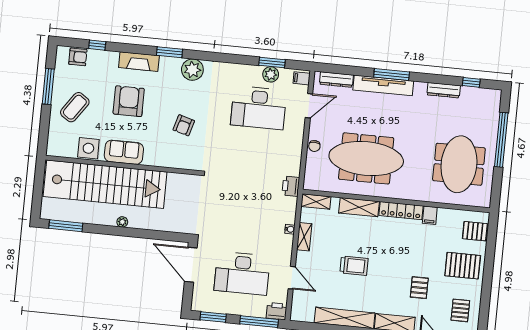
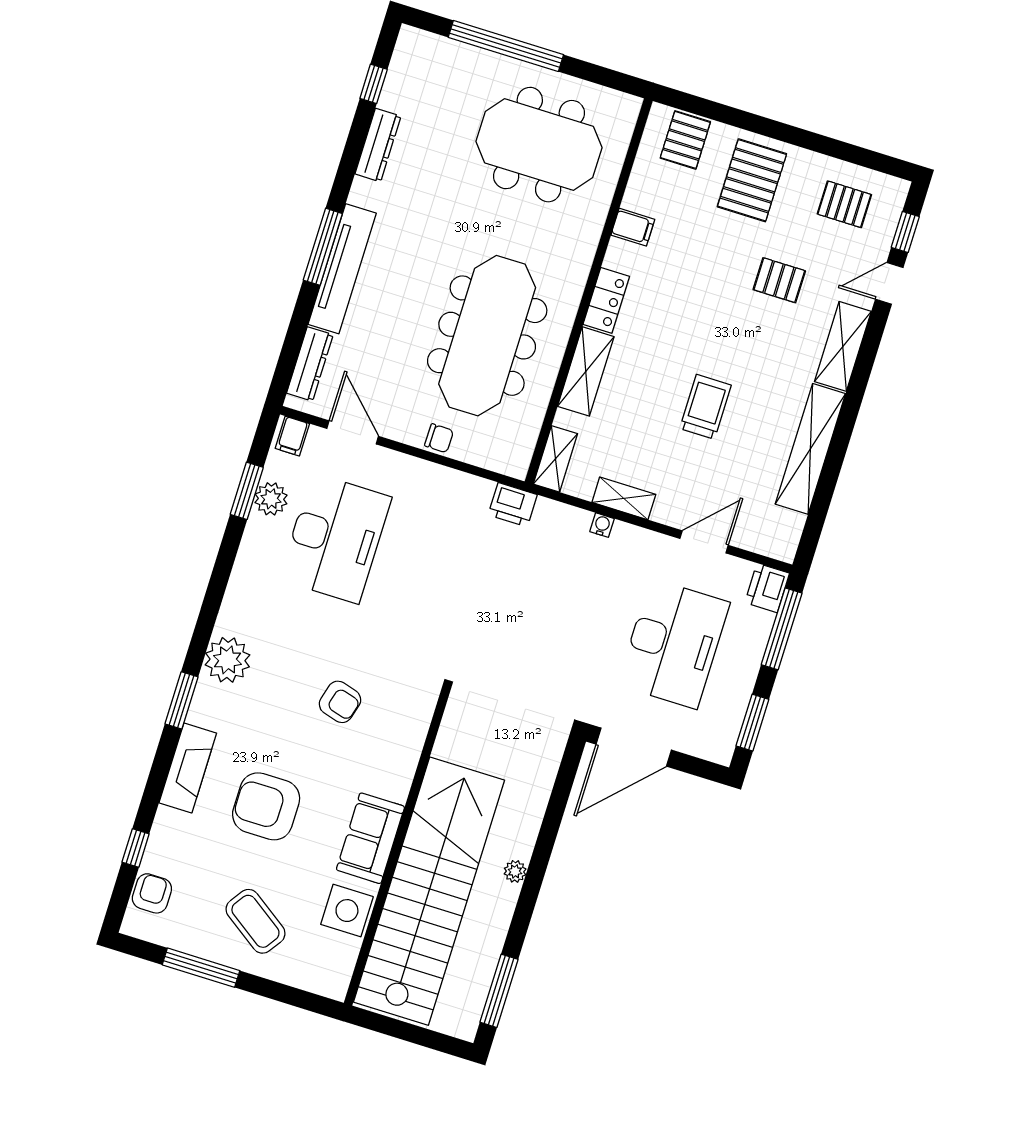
locker: (401, 211) -> (606, 300), width x0.66

